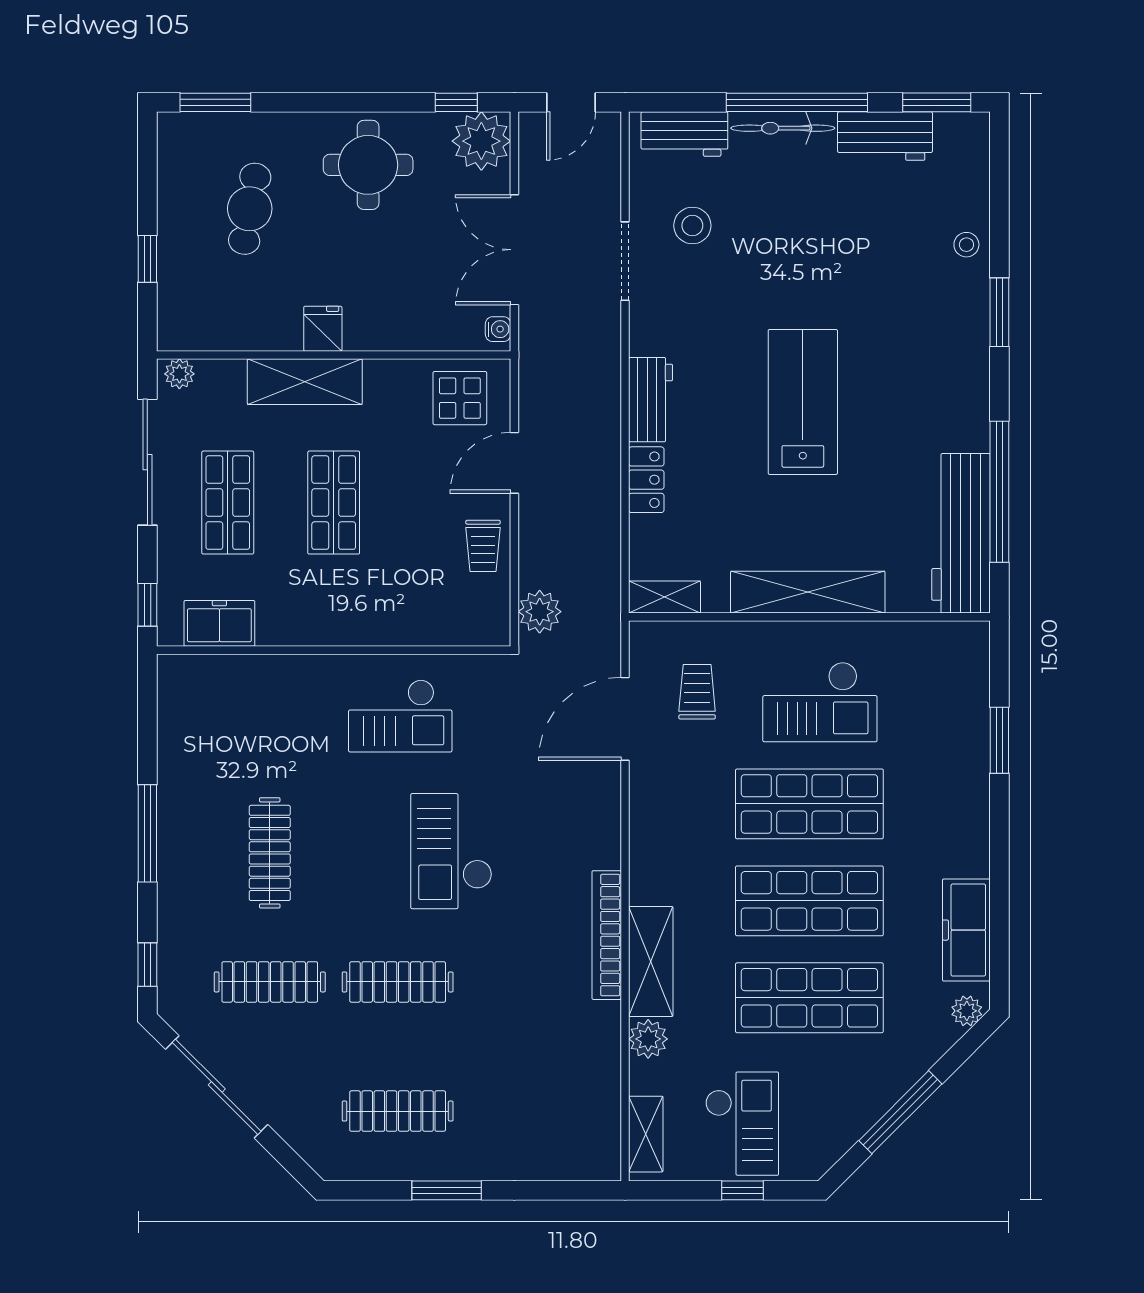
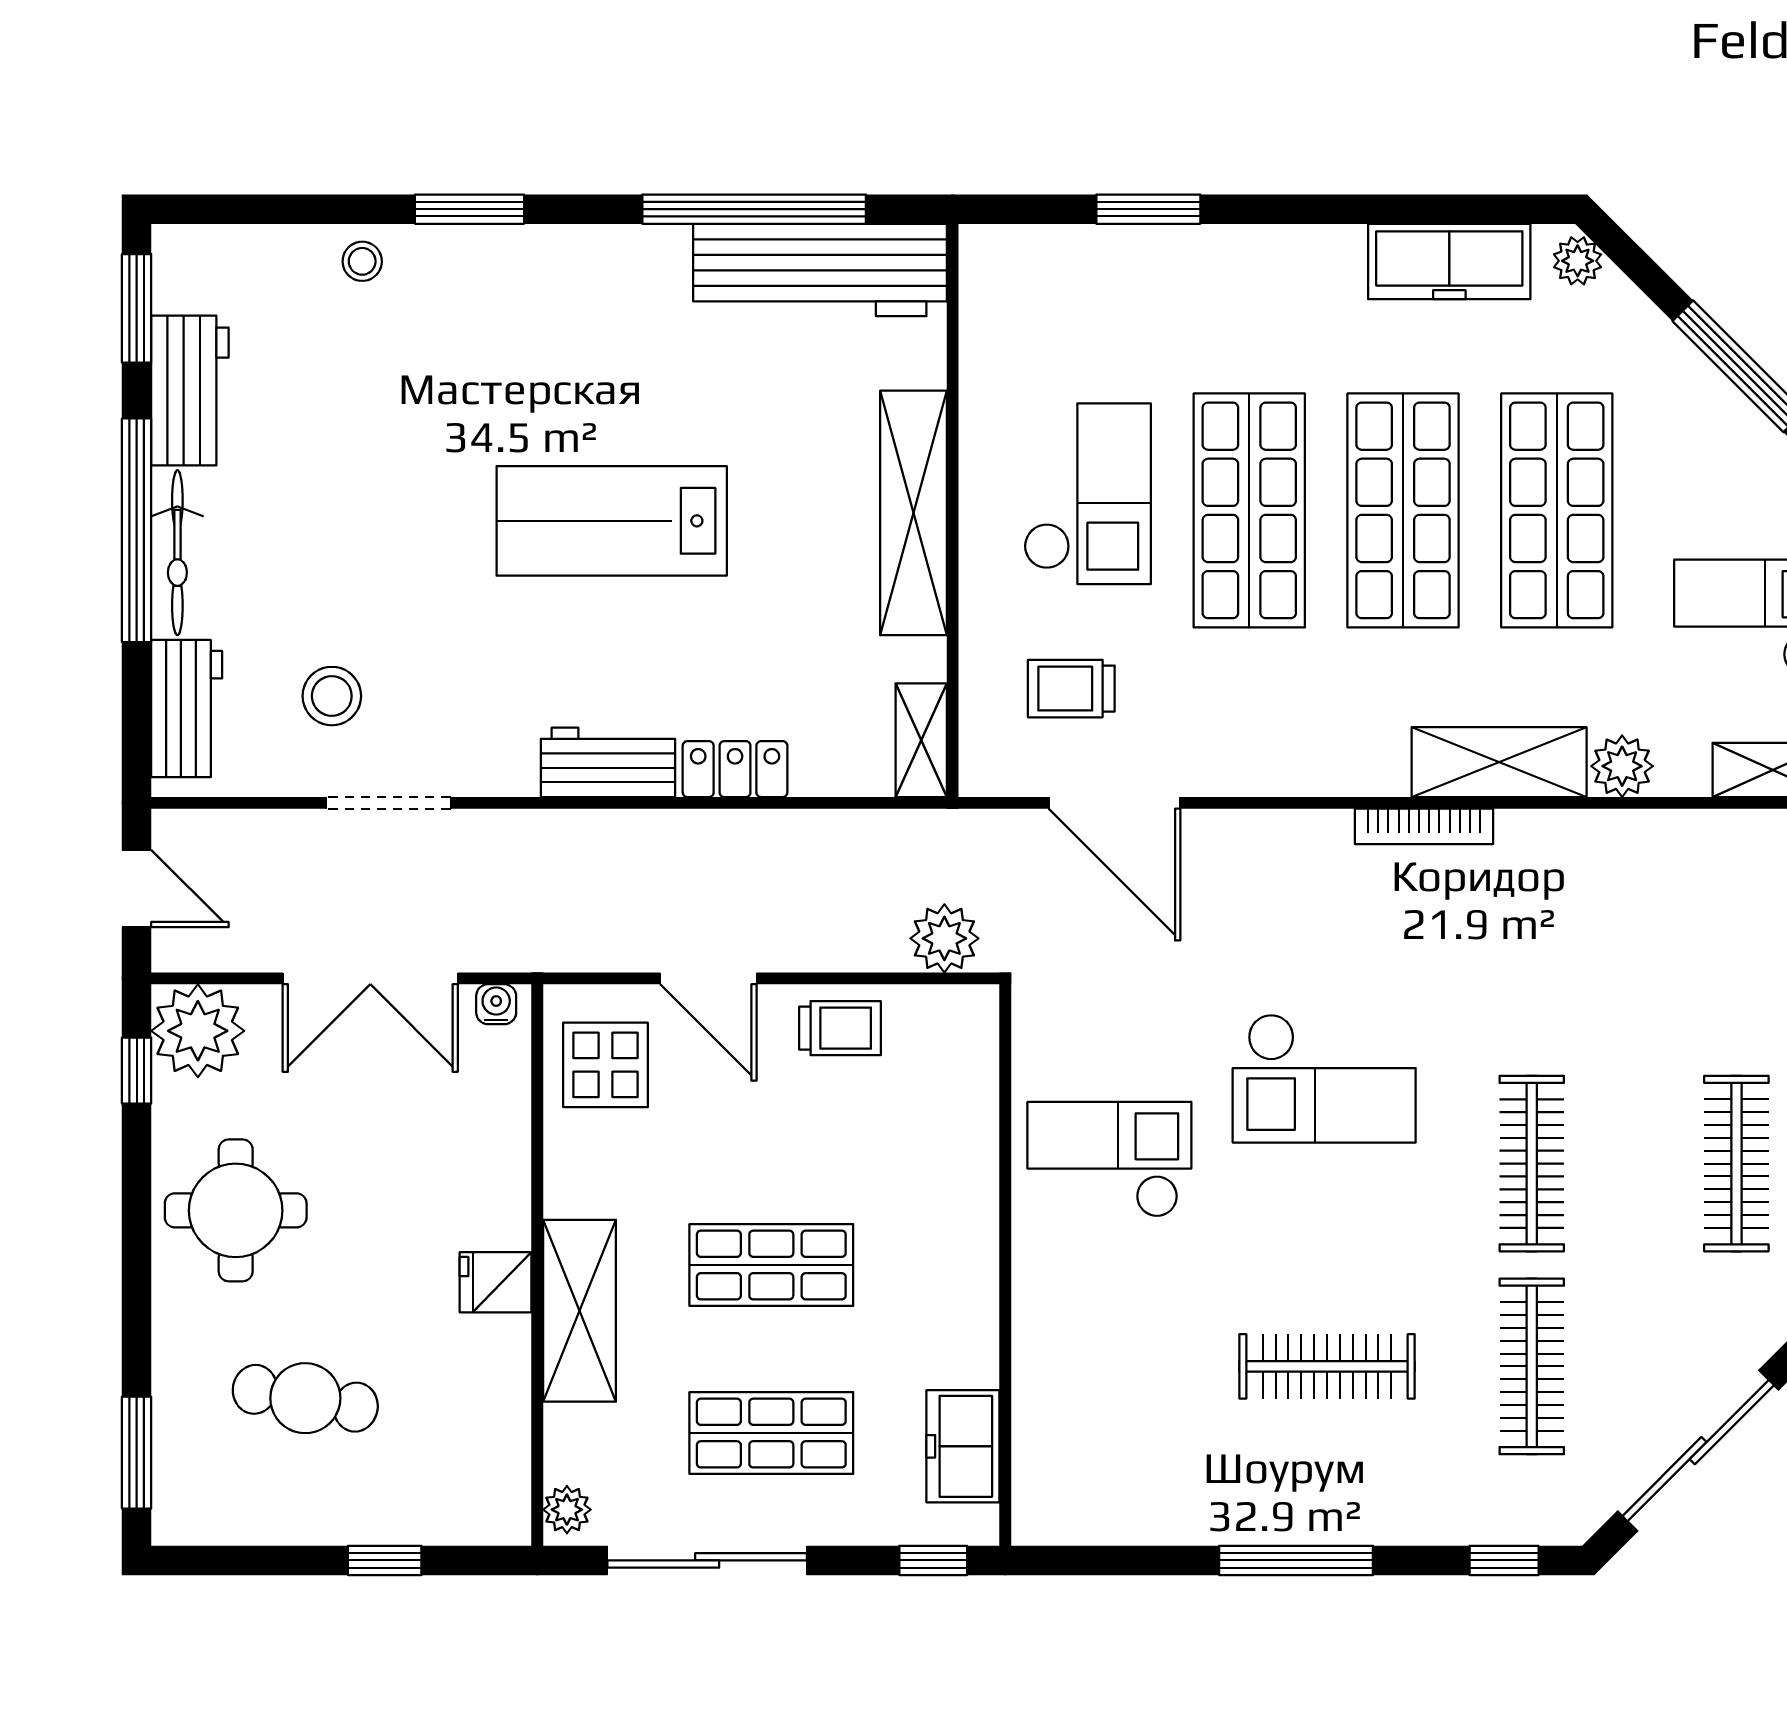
checkout: (400, 716) -> (1109, 1159), turned -90
bookcase: (607, 935) -> (1424, 826), width x0.68, depth x0.76

